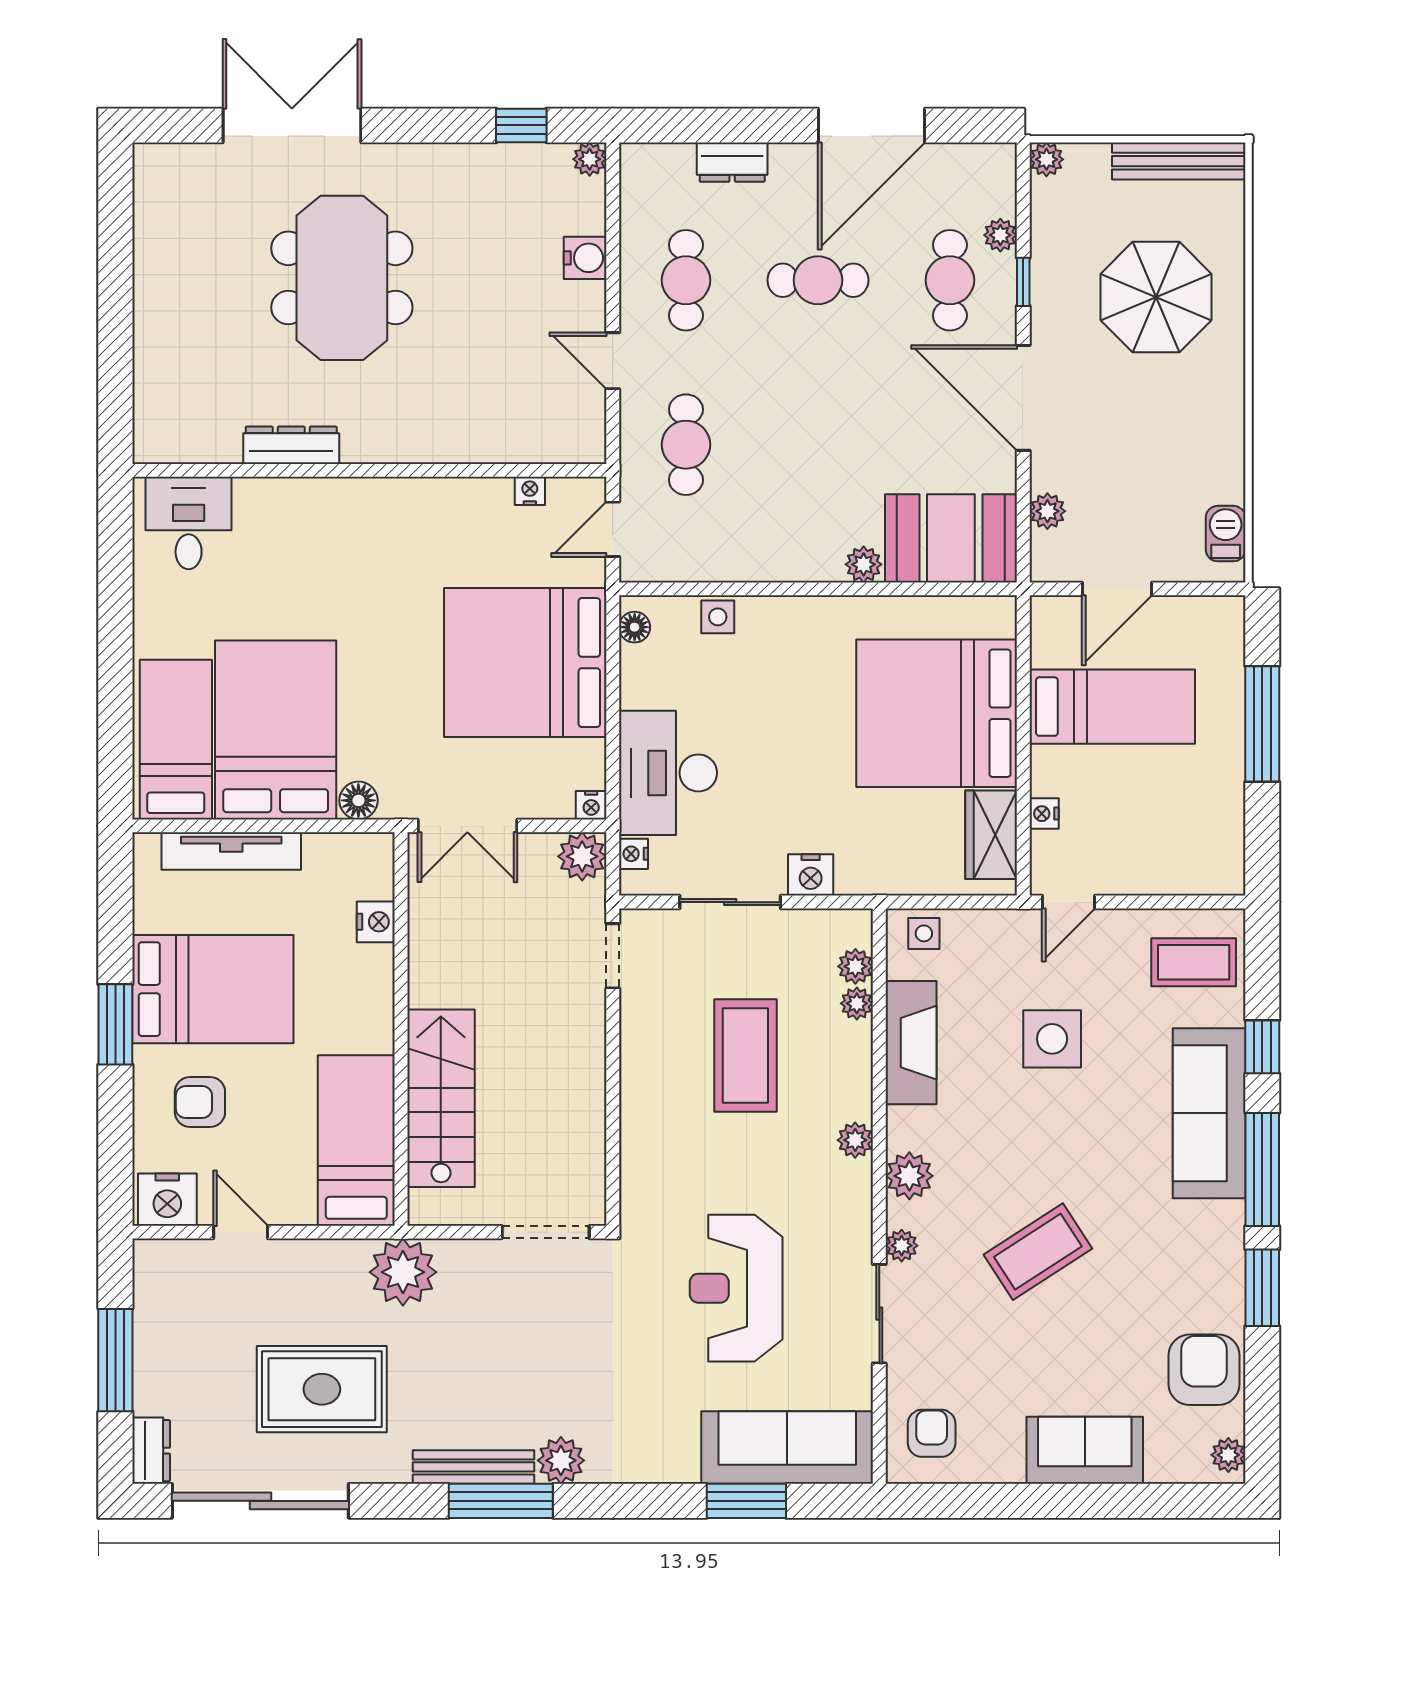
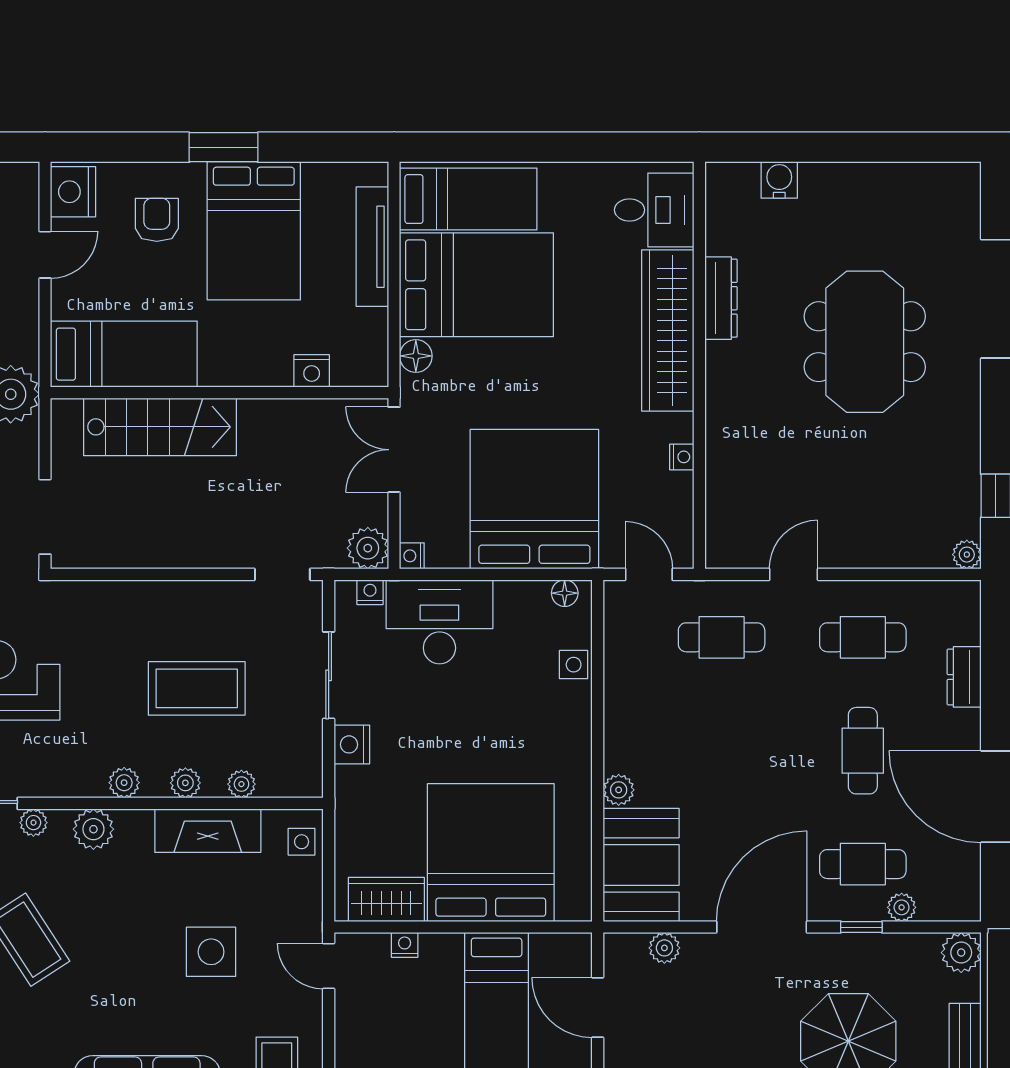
plant: (1046, 159) -> (961, 953), width x1.38, depth x1.38
water cooler: (585, 258) -> (779, 180), moved, turned 180
meeting table: (342, 278) -> (865, 342), turned 90
nightstand: (530, 491) -> (682, 457), moved
wardrobe: (329, 507) -> (668, 330), added
plant: (855, 966) -> (185, 783), moved

